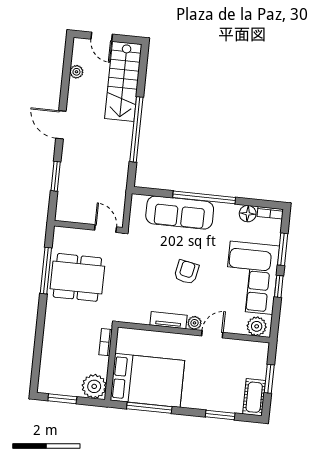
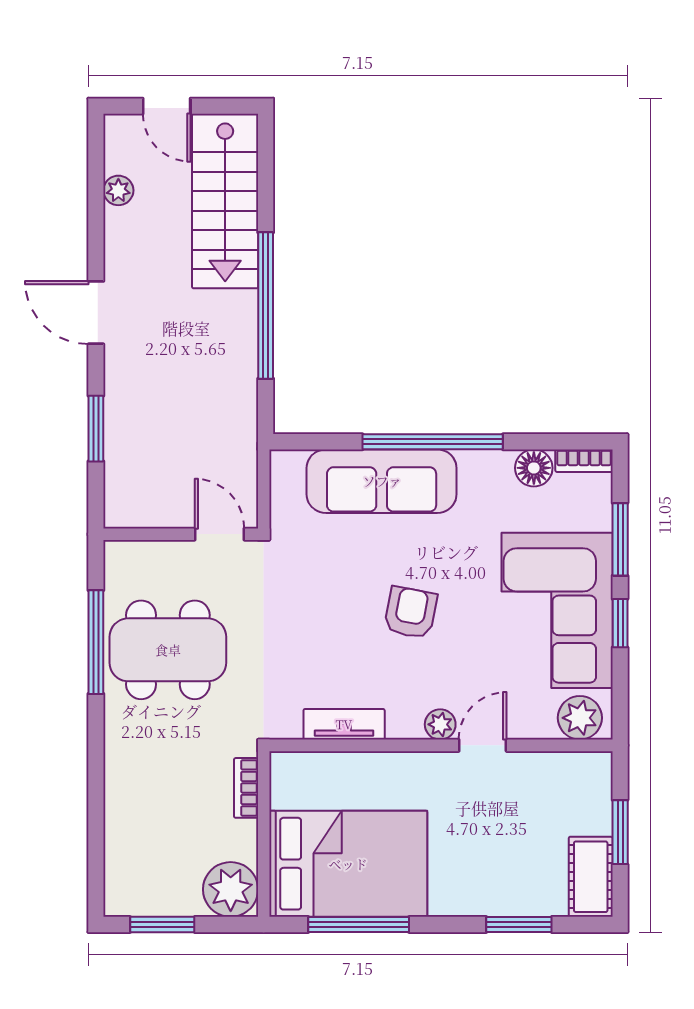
tv unit: (169, 320) -> (344, 724), moved

